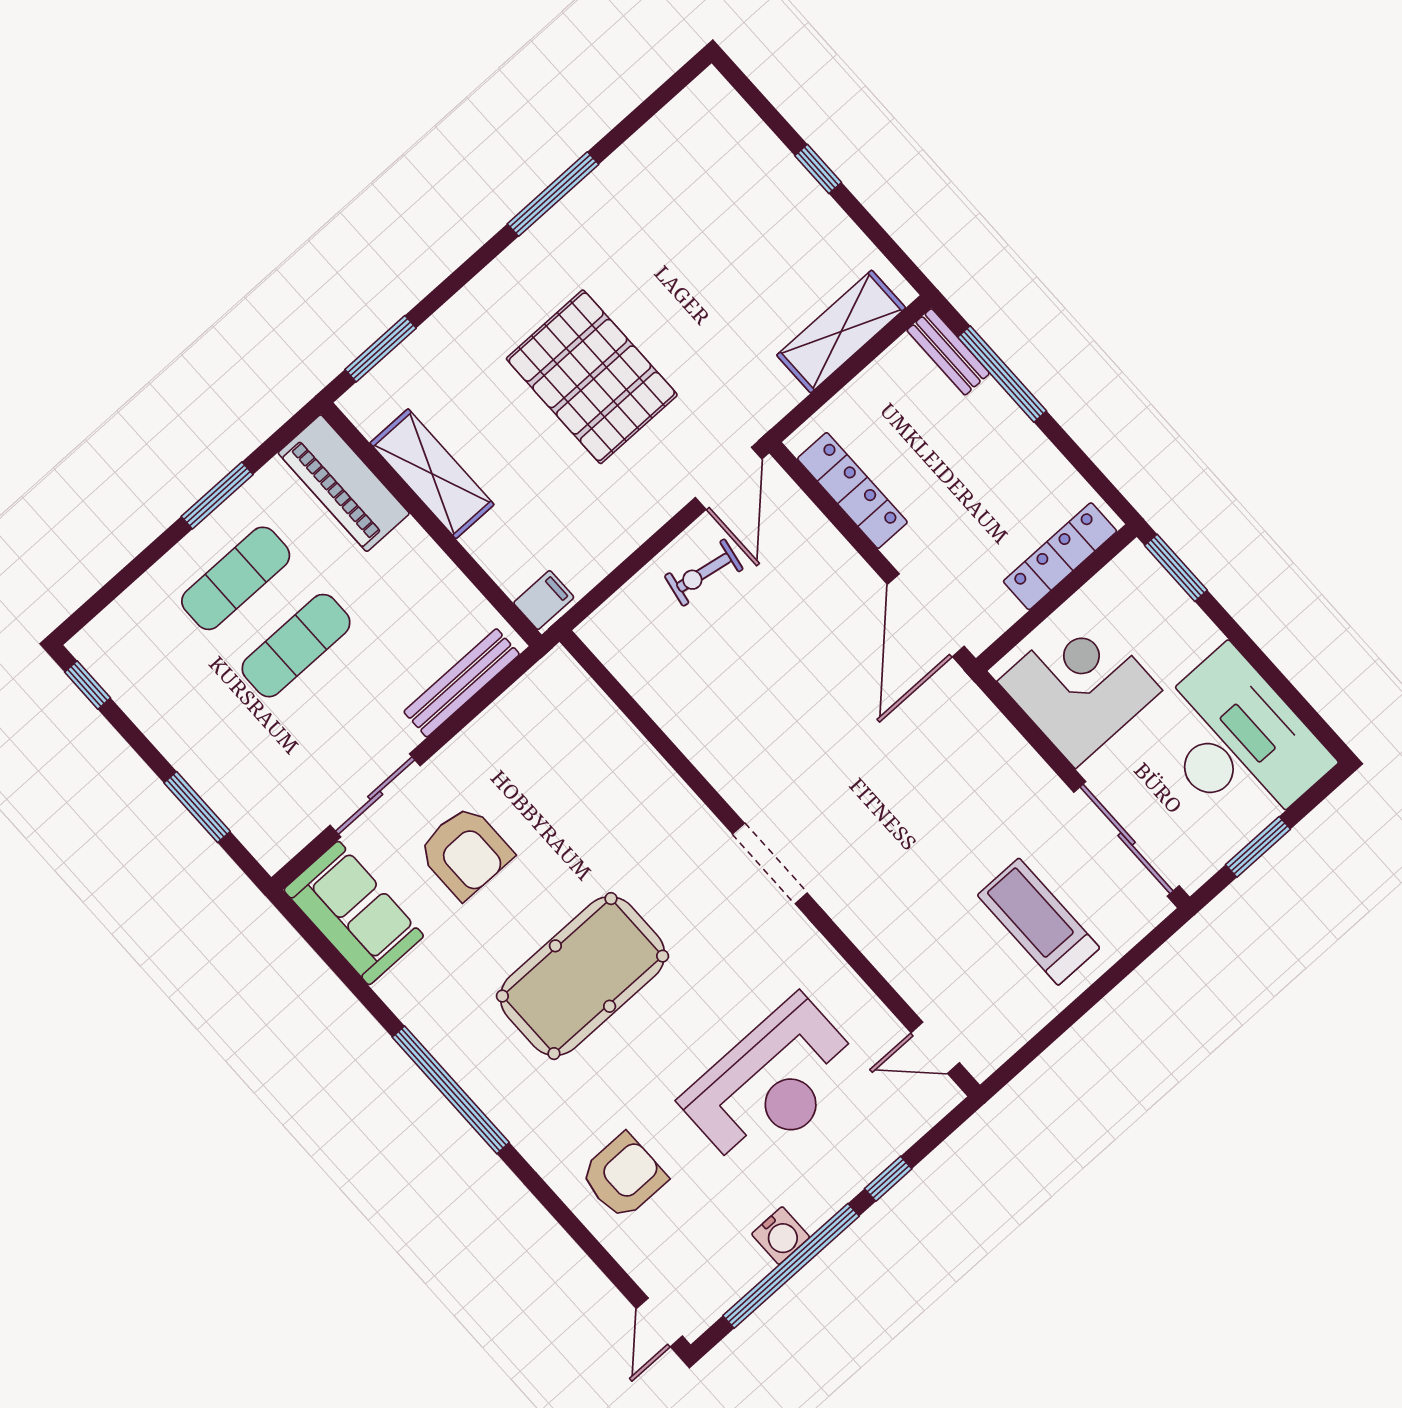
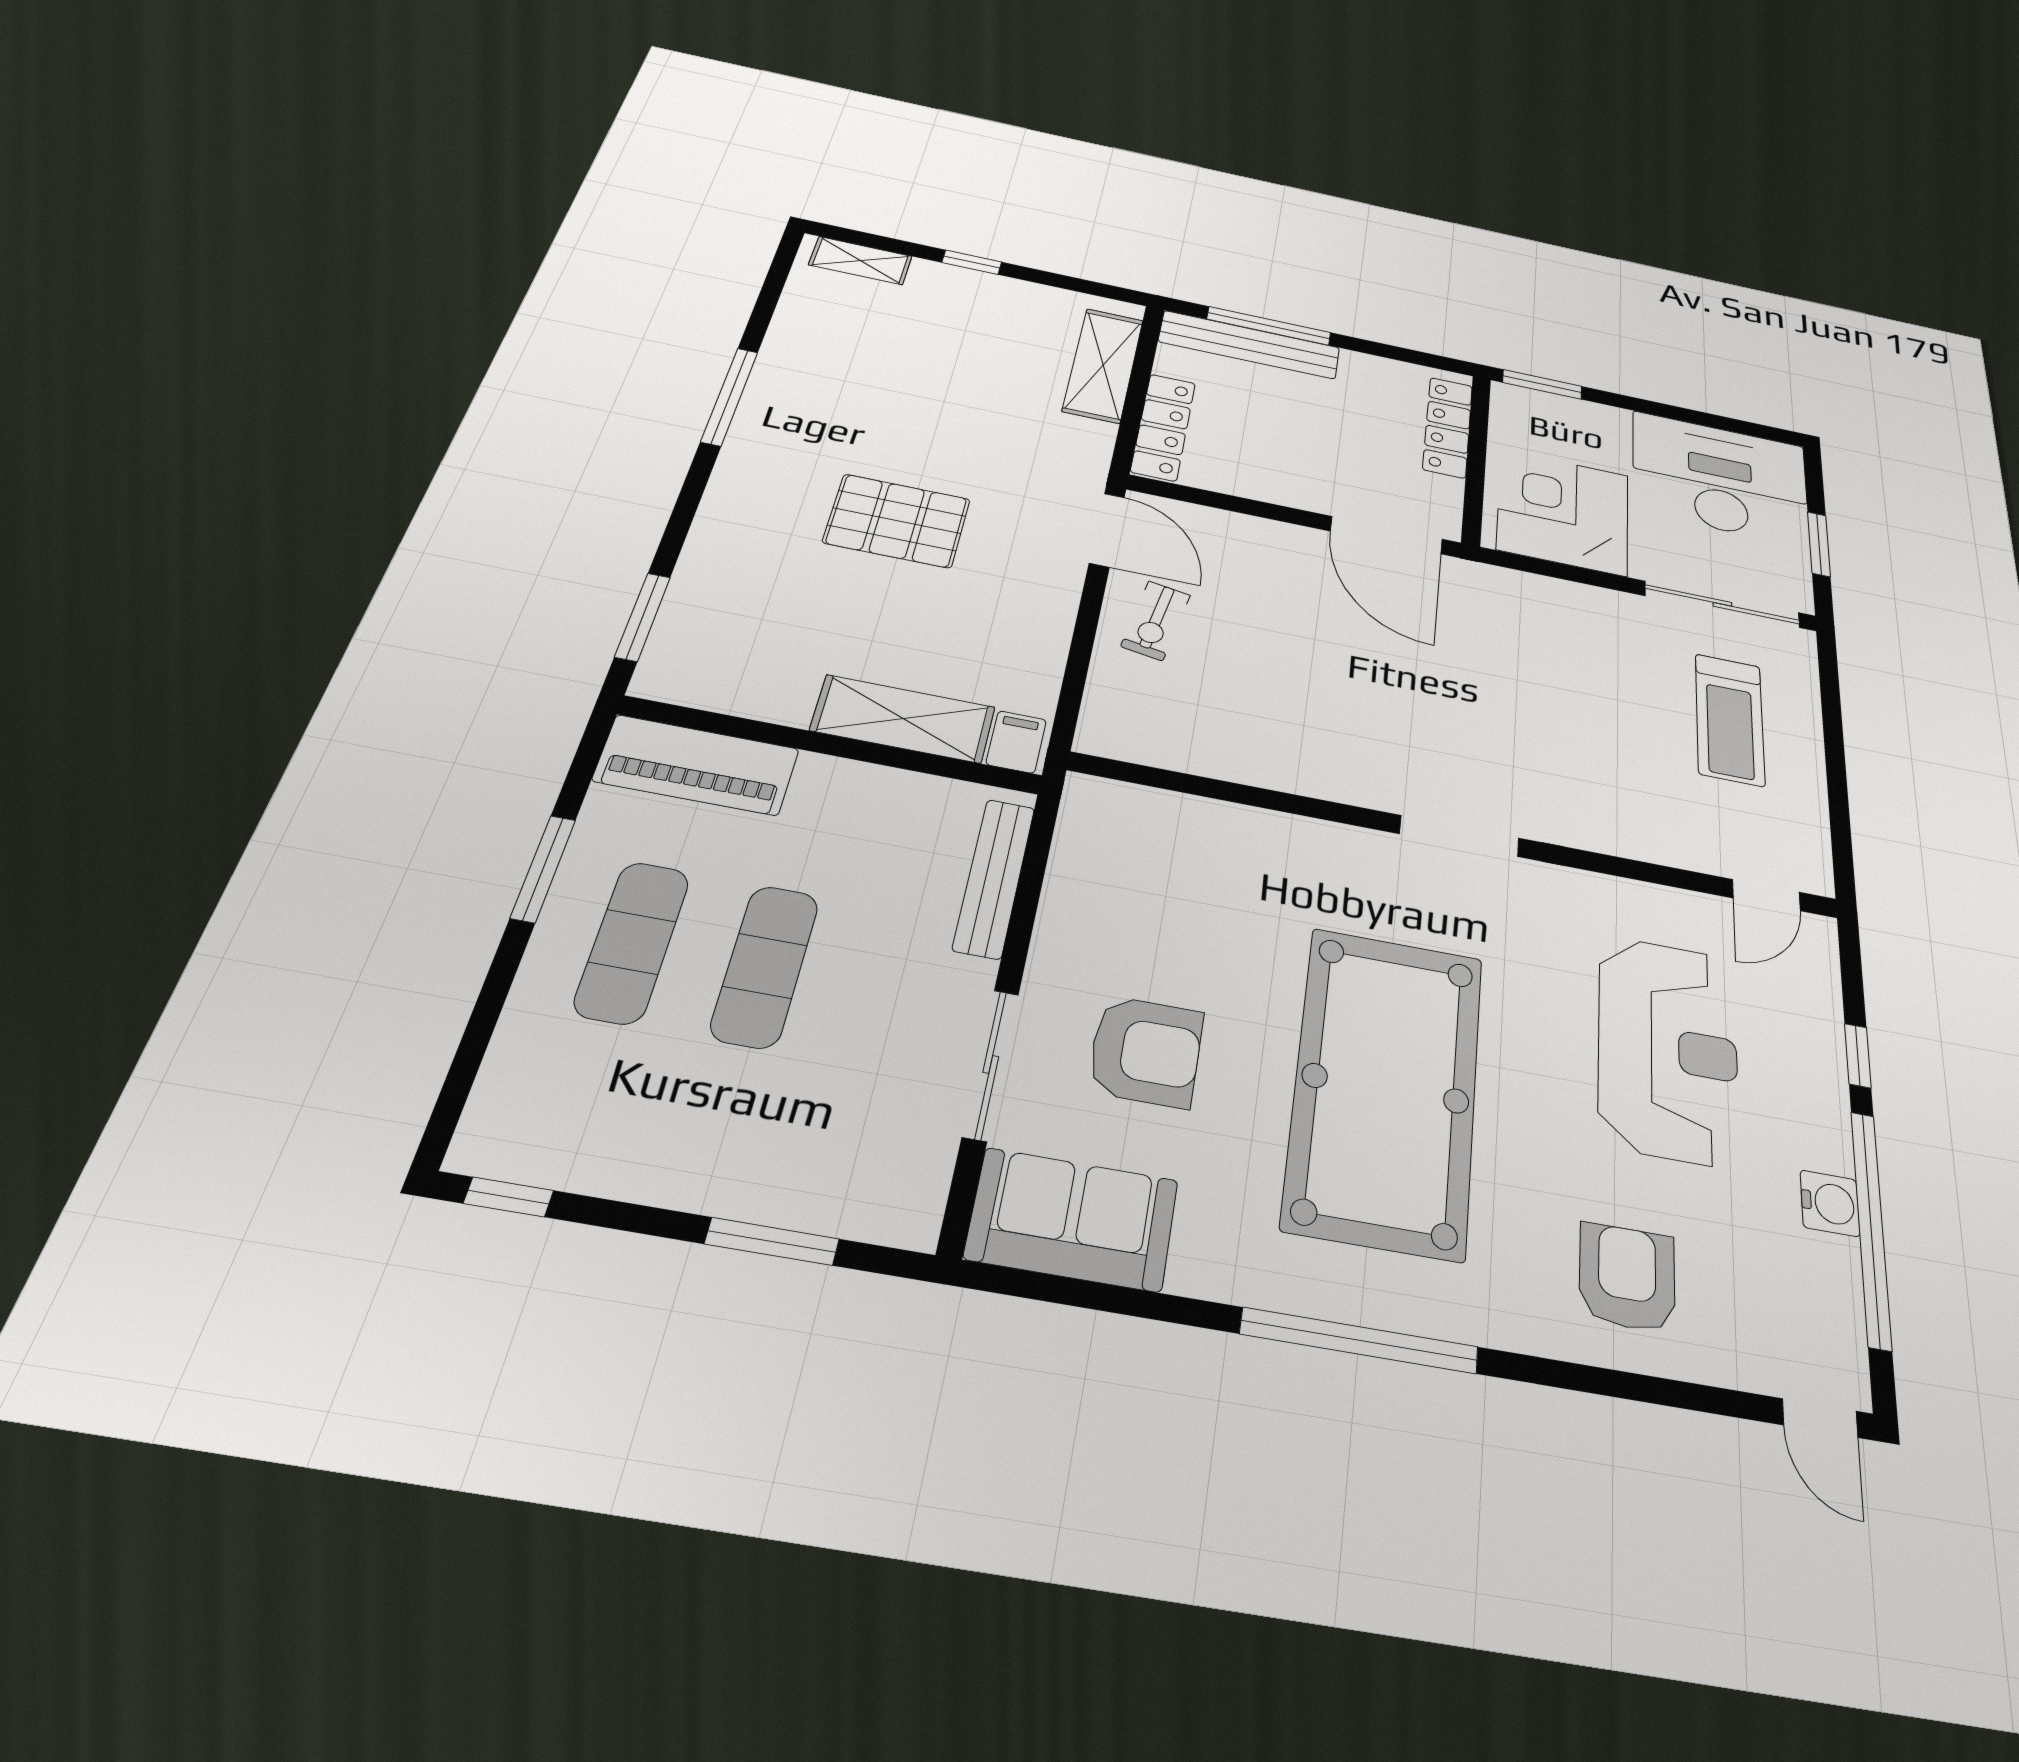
shelving: (734, 117) -> (860, 261), added
bench: (948, 352) -> (1249, 345), width x1.86, depth x1.21
pallet: (592, 377) -> (897, 521), width x0.73, depth x0.71
shelving: (432, 474) -> (903, 719), moved
locker: (852, 490) -> (1163, 427), moved, turned 90
treadmill: (1039, 922) -> (1730, 719), turned -90
pool table: (582, 976) -> (1386, 1088), width x1.36, depth x1.32

